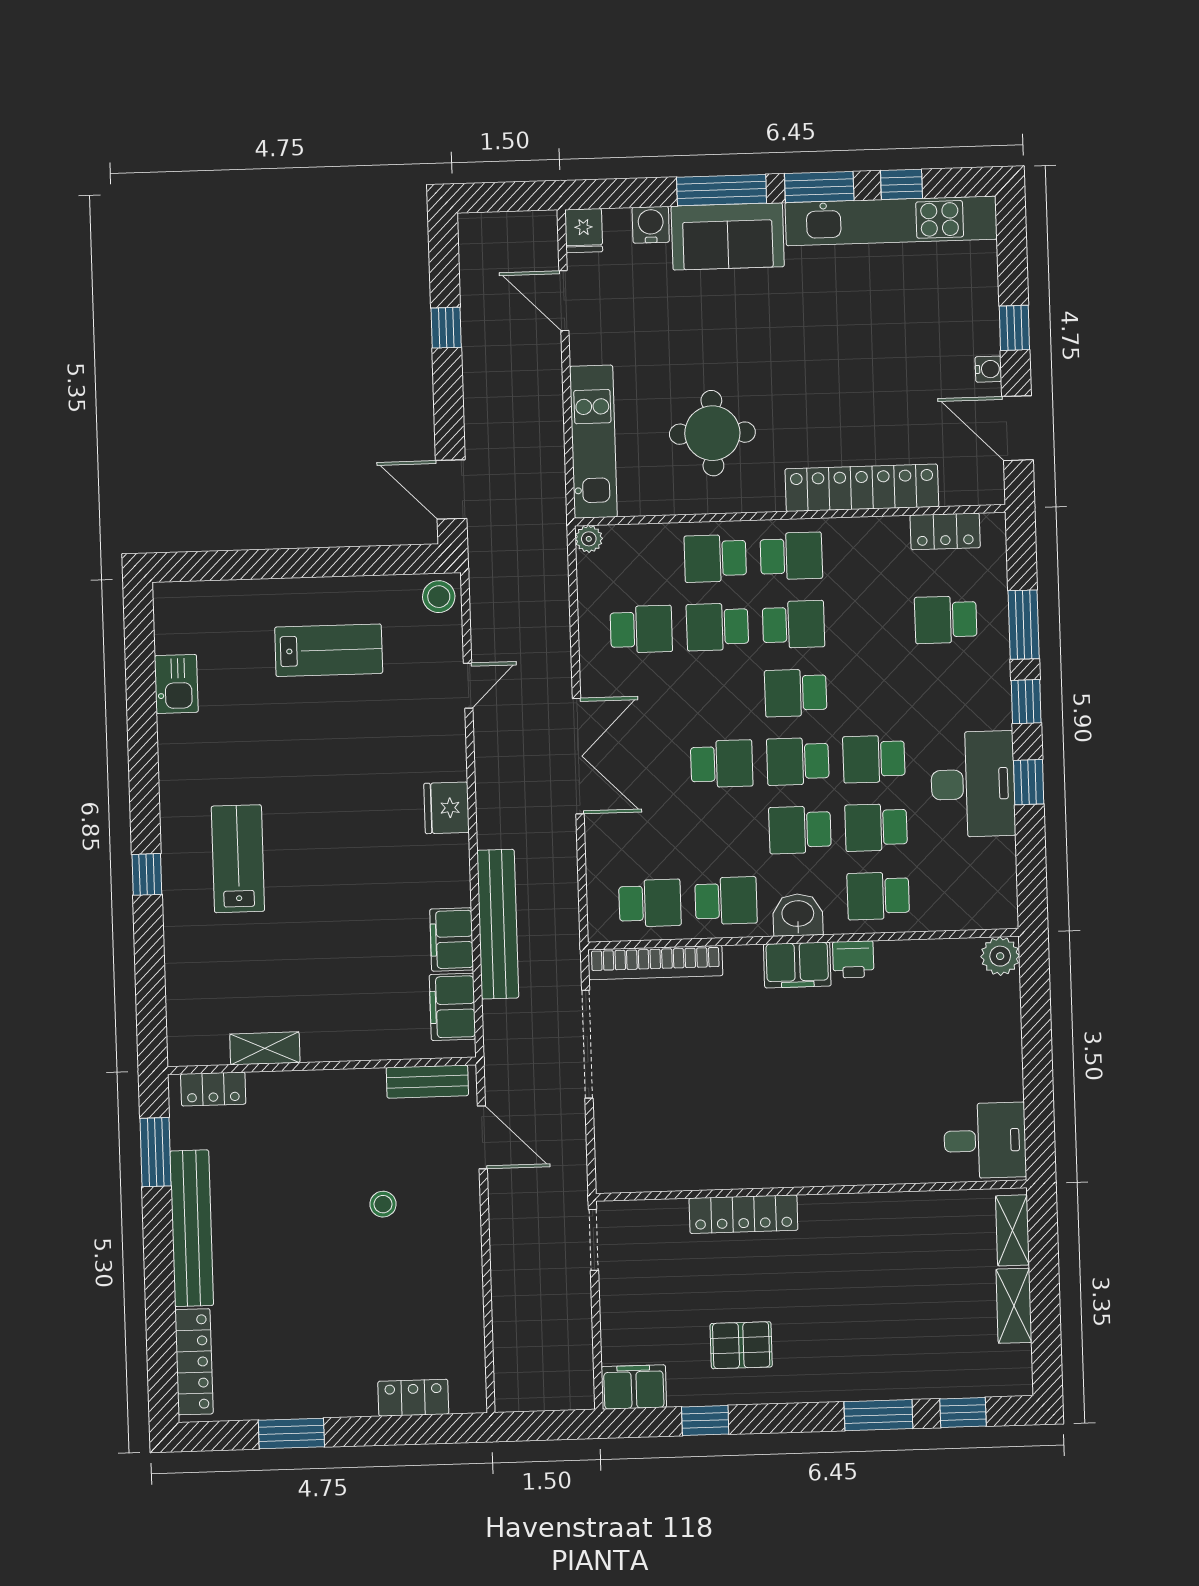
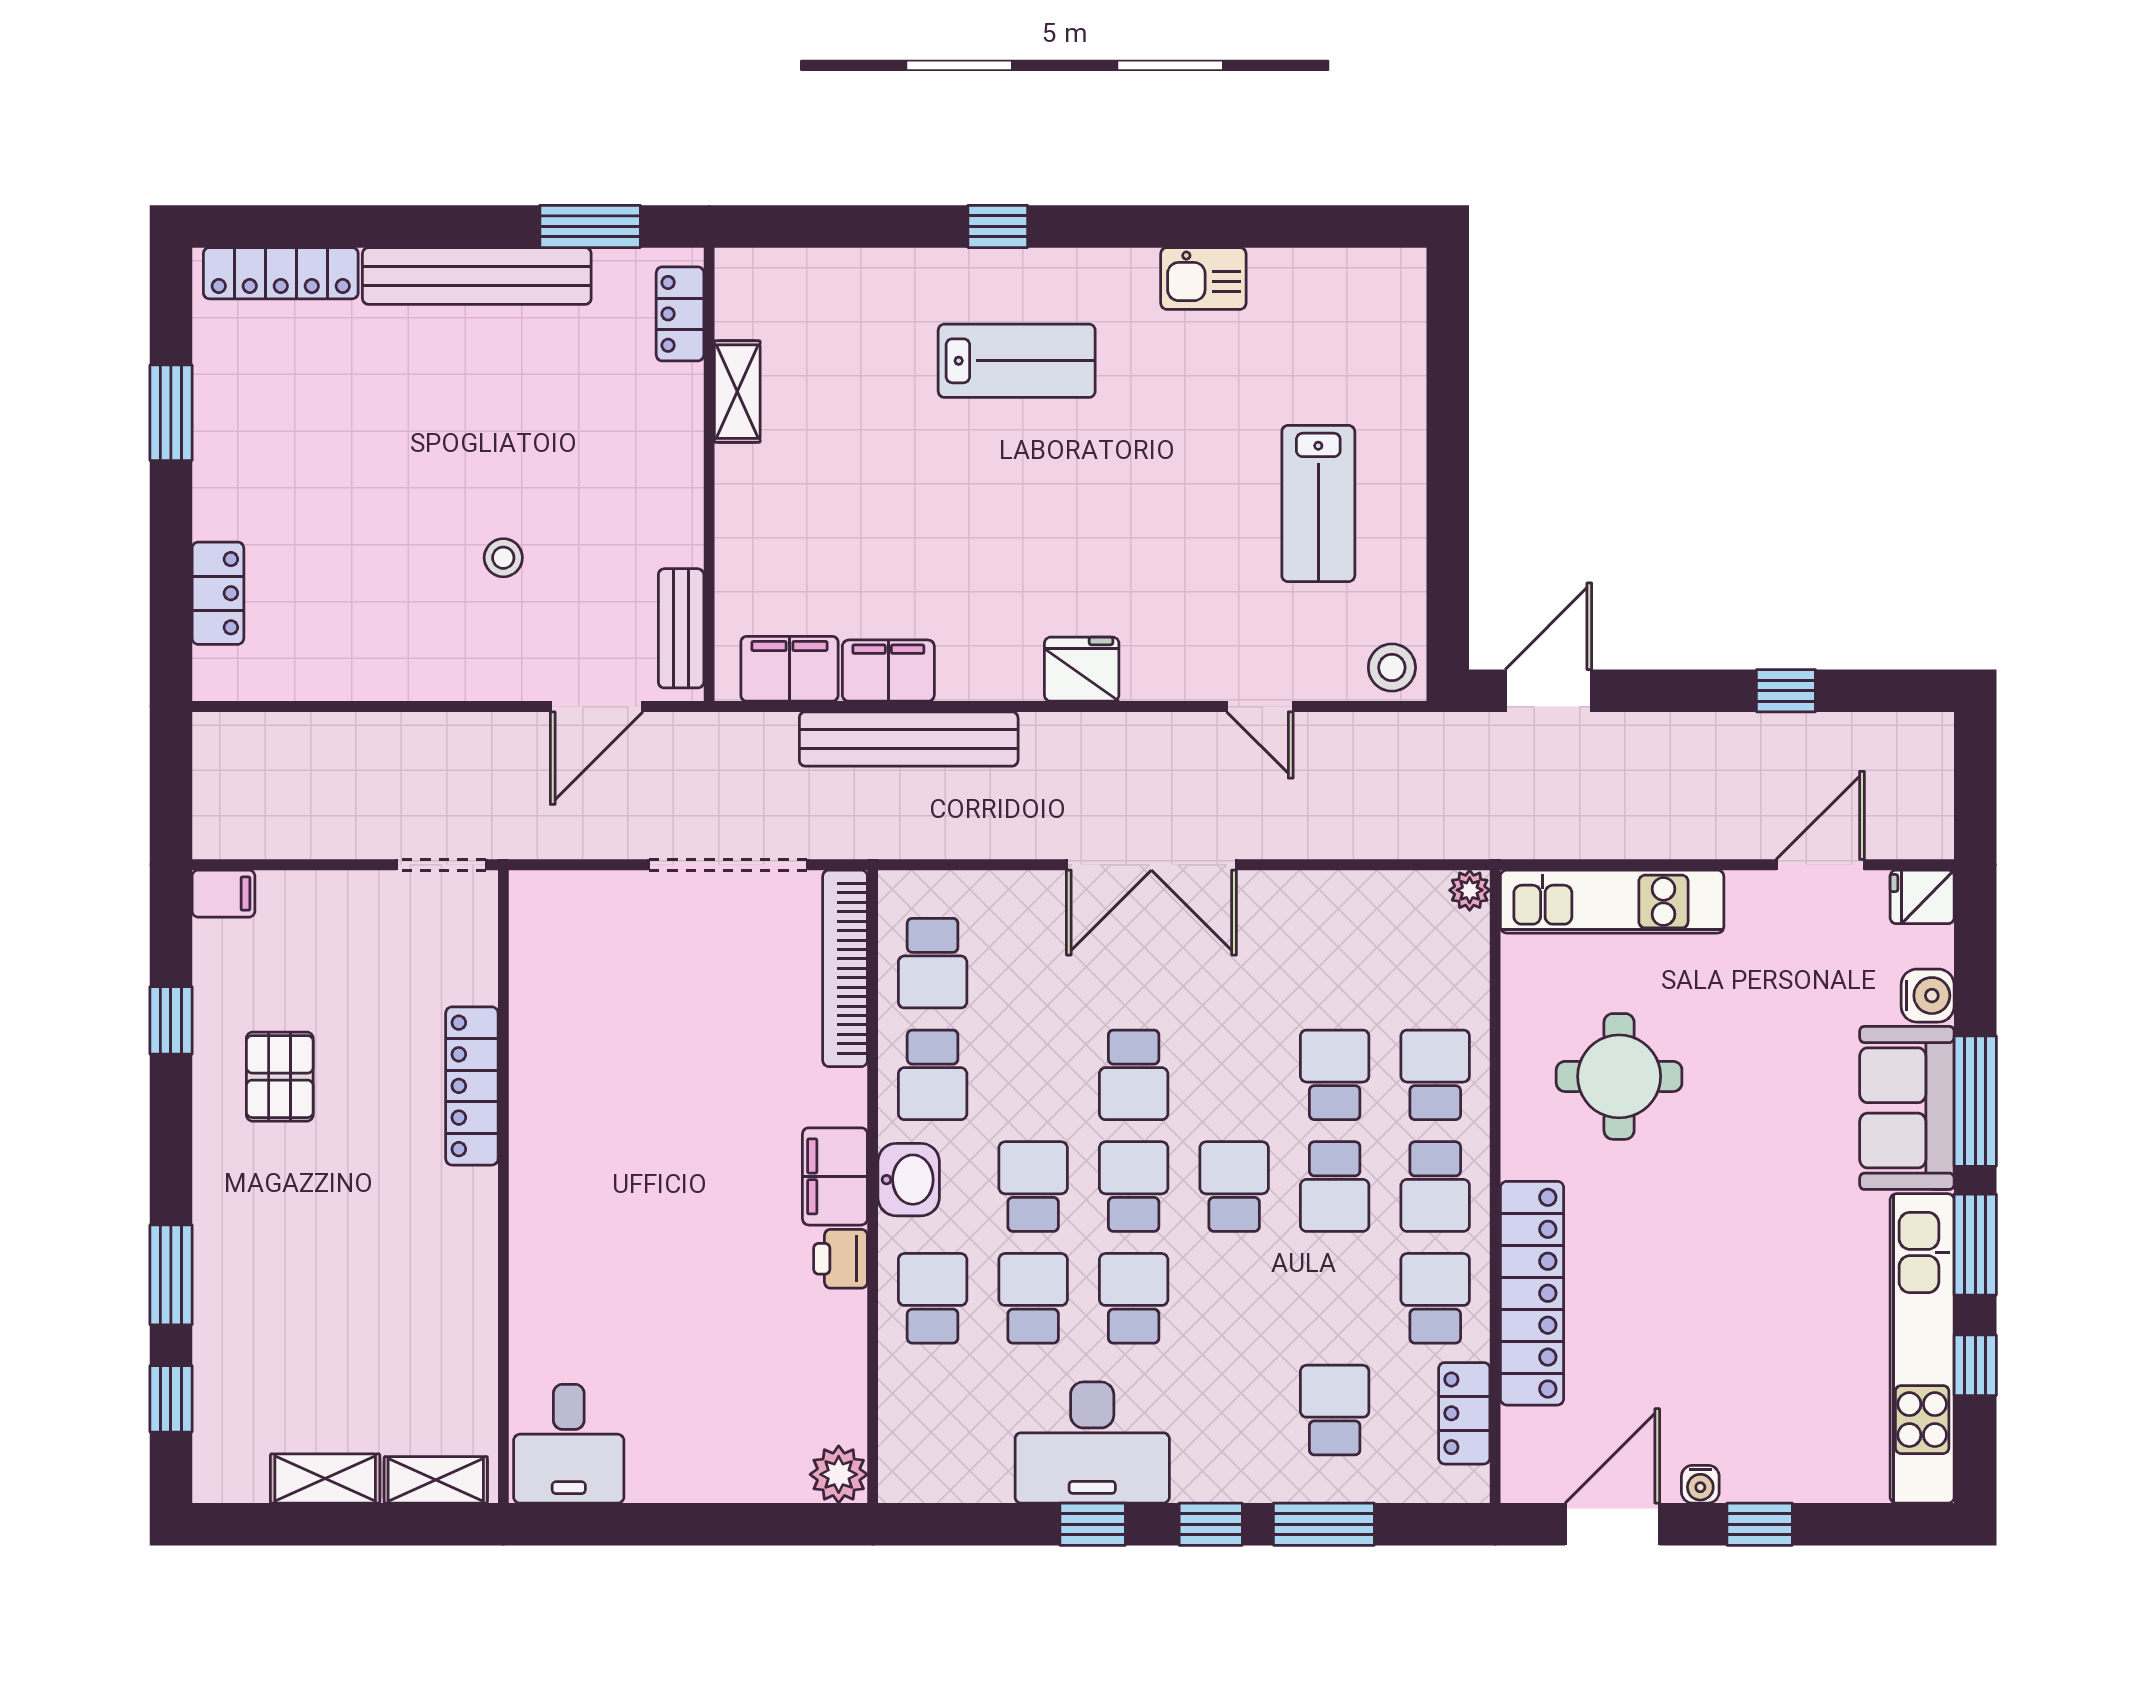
school desk: (641, 629) -> (1435, 1298), moved, turned 180
kitchen sink: (176, 684) -> (1203, 278), moved
filing cabinet: (634, 1387) -> (224, 894), width x0.50

